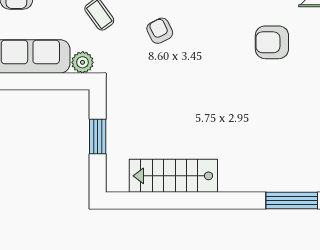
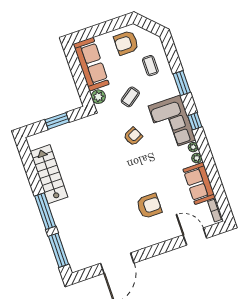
armchair: (272, 42) -> (149, 206), turned 90
window: (227, 201) -> (45, 211), added

